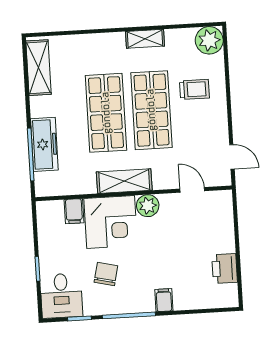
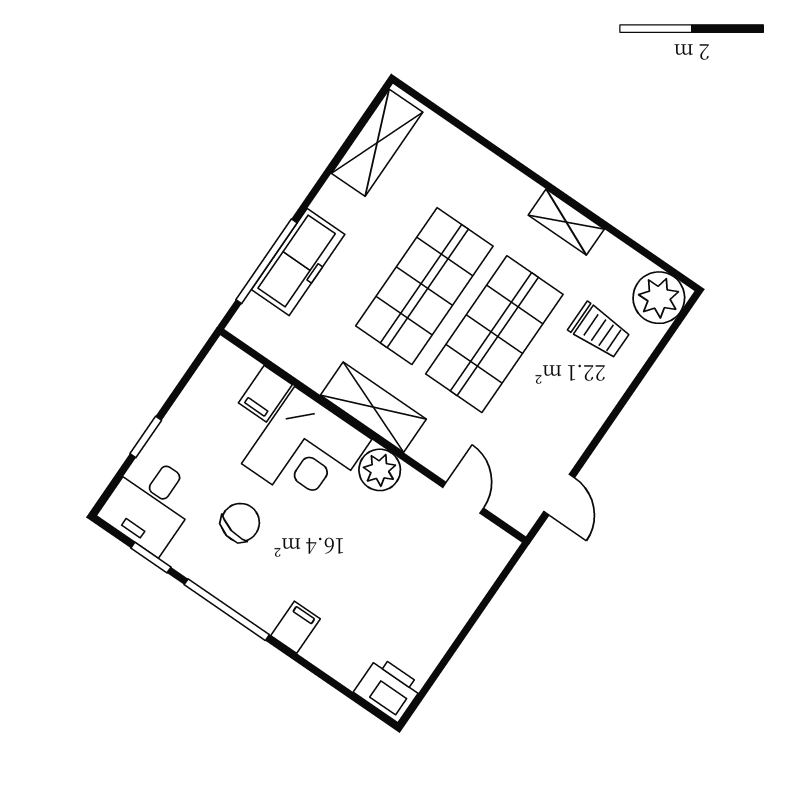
trolley: (194, 89) -> (599, 331), moved
printer: (225, 269) -> (388, 689), moved, turned 90

